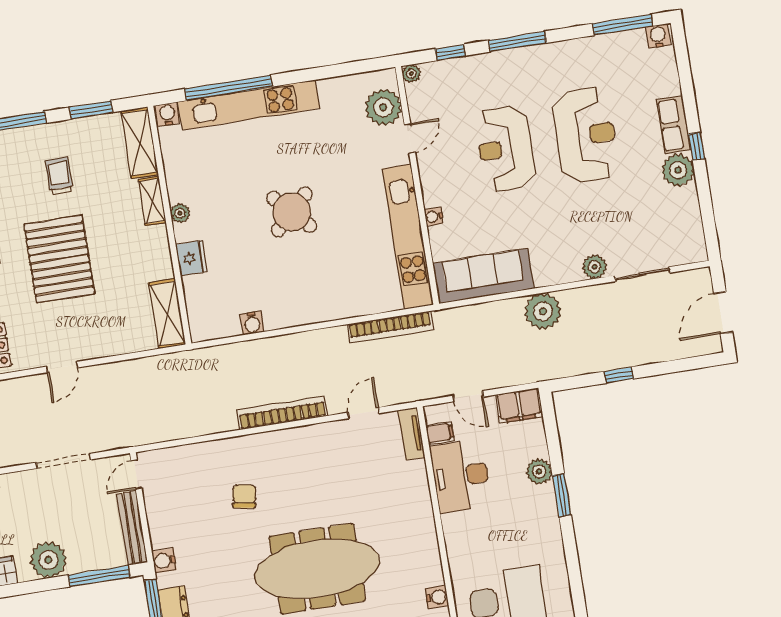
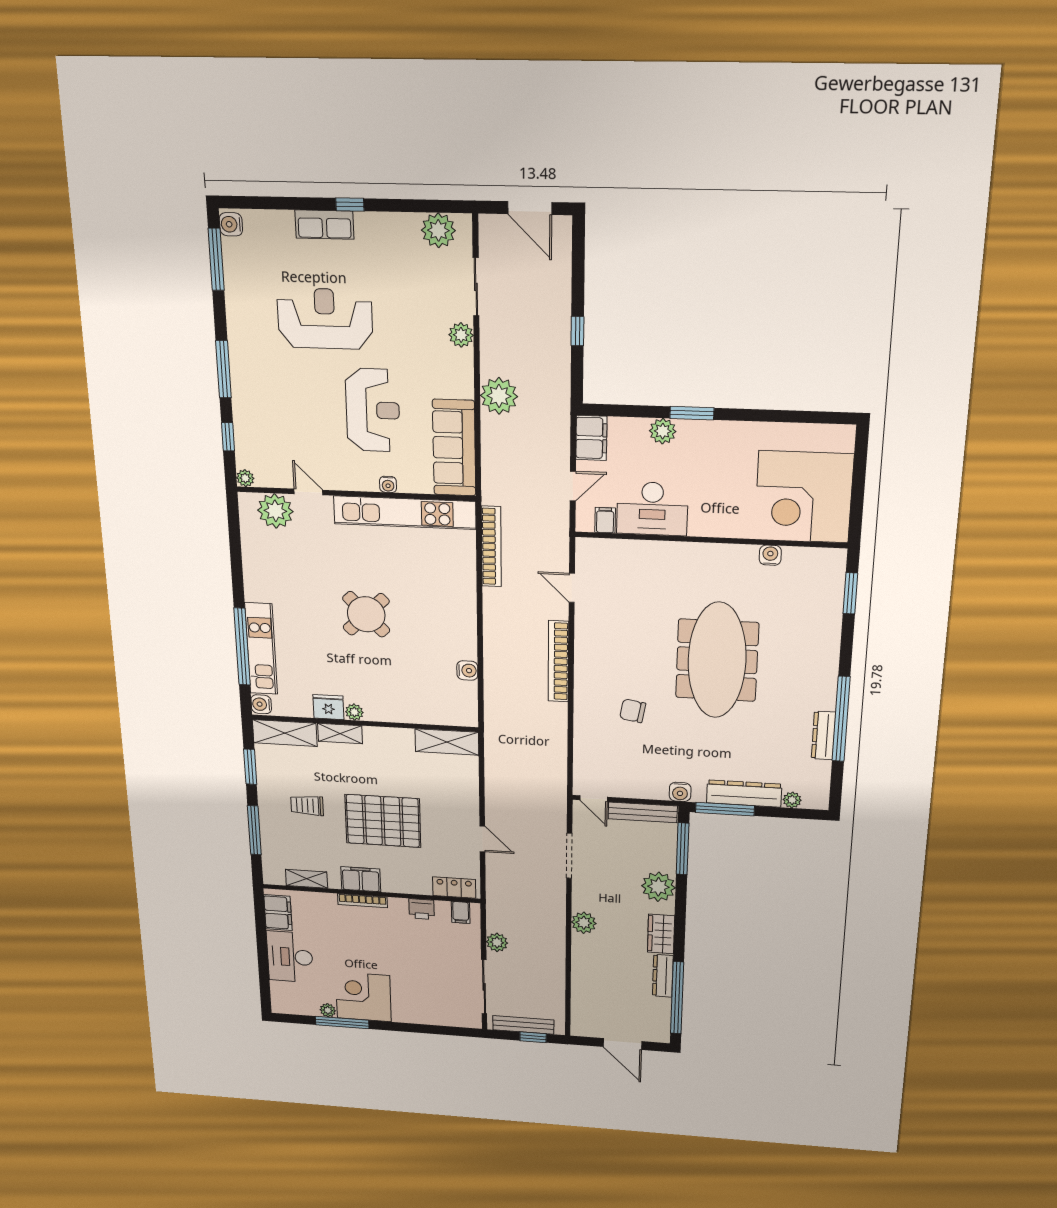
kitchen unit: (249, 105) -> (261, 649), width x0.73
reception desk: (505, 149) -> (373, 410), moved, turned -90
plant: (678, 170) -> (438, 230), moved
fridge: (191, 258) -> (328, 707), moved
tv unit: (411, 434) -> (601, 547), removed

